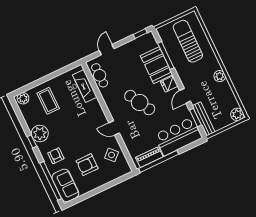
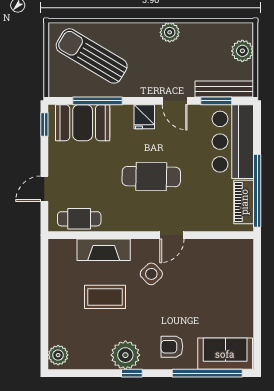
sun lounger: (188, 41) -> (92, 56), turned 31
door: (107, 50) -> (44, 189), hinge flipped
booth: (156, 65) -> (83, 123), moved
fireplace: (85, 86) -> (104, 250), moved
coffee table: (48, 101) -> (105, 297), moved
cafe table: (140, 103) -> (151, 177), turned 30
plant: (237, 114) -> (242, 51), moved
side table: (112, 155) -> (151, 274), moved
armchair: (87, 165) -> (209, 305), removed

